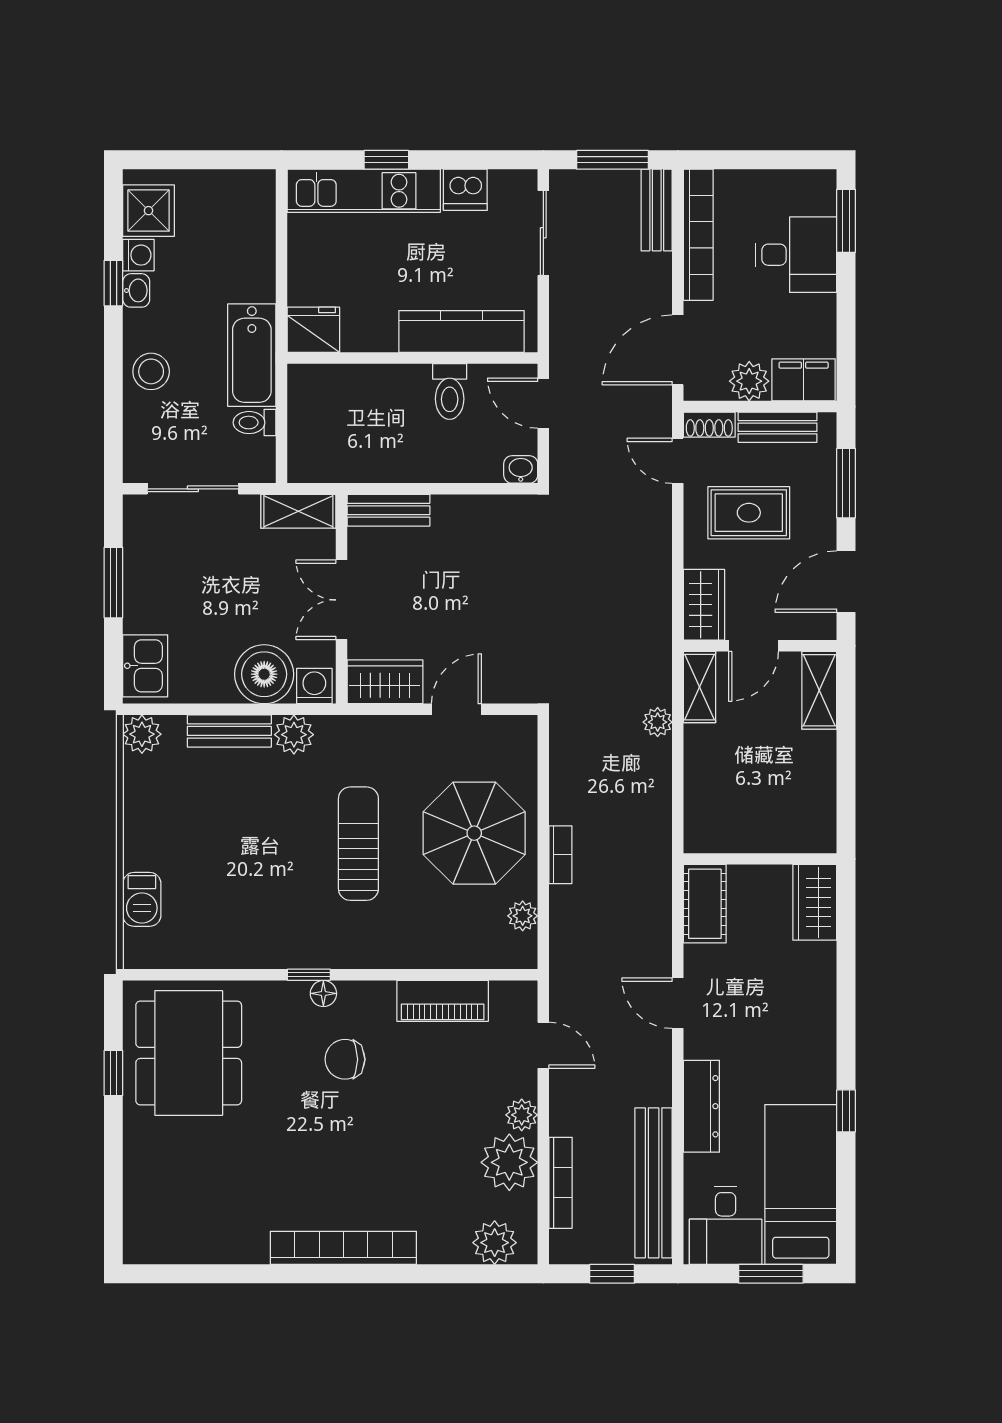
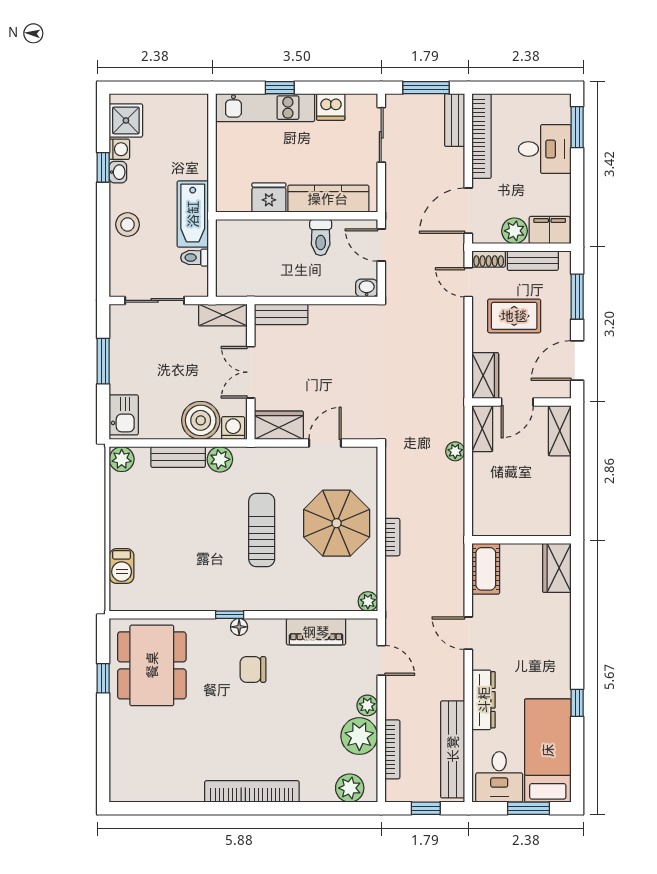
fridge: (313, 330) -> (269, 198), moved
plant: (523, 916) -> (368, 601), moved

